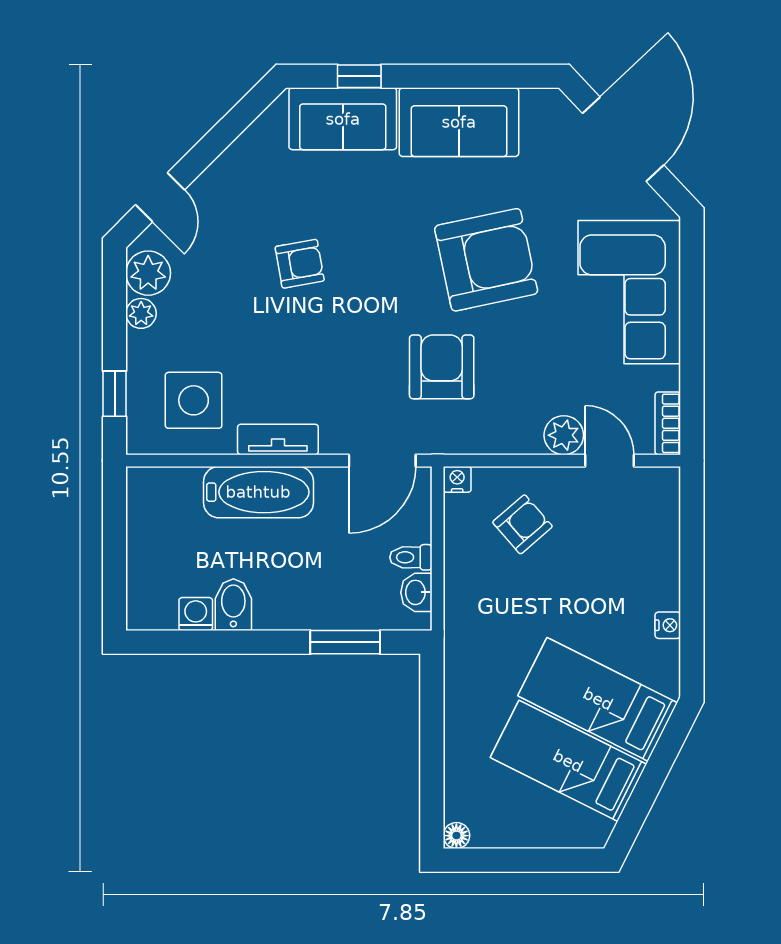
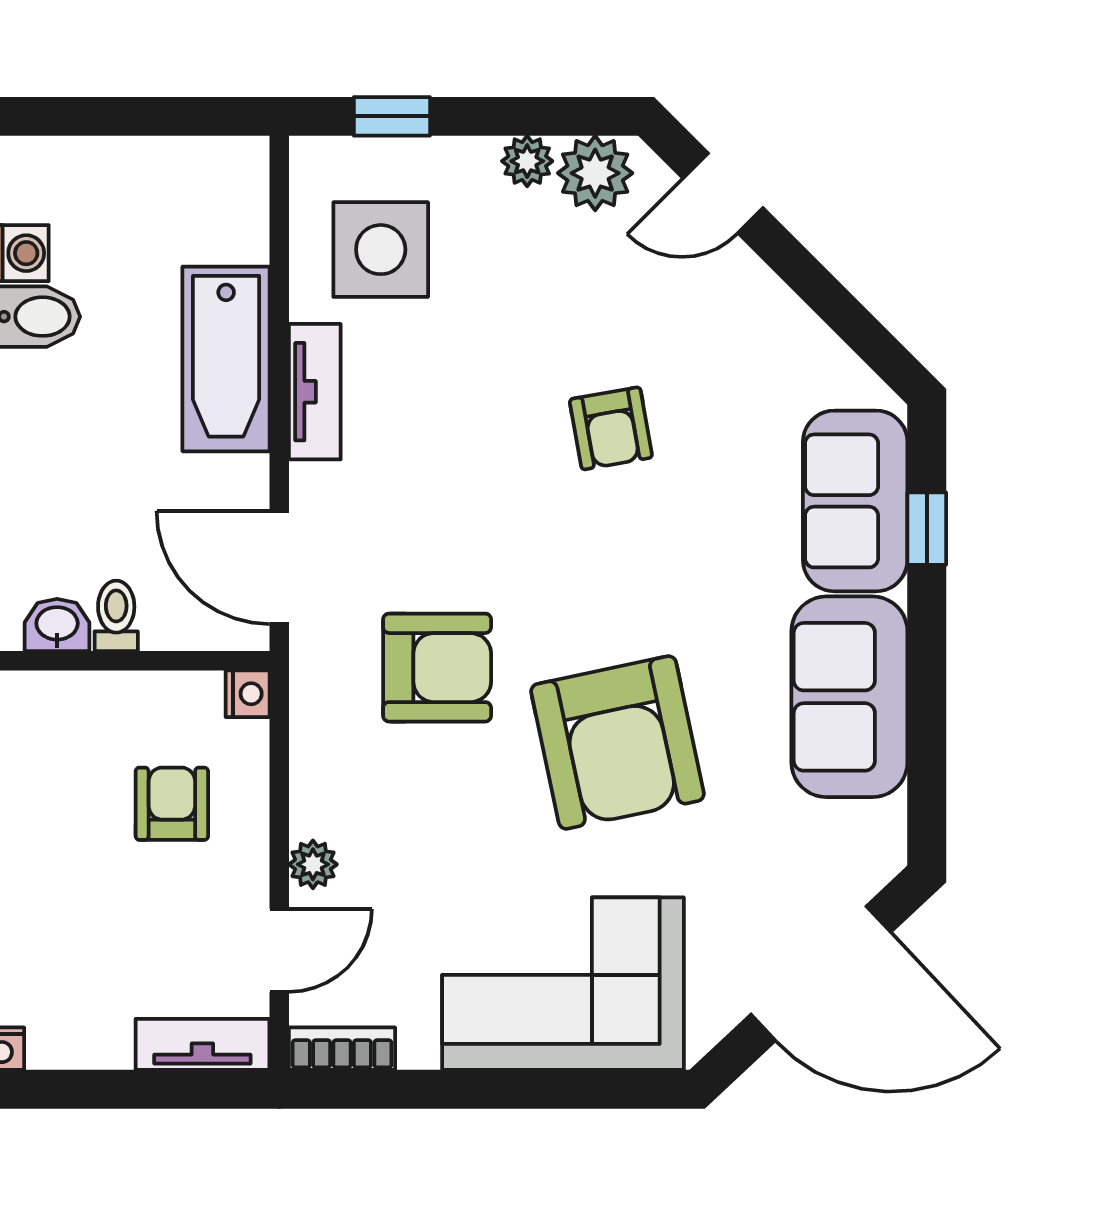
plant: (564, 435) -> (313, 864), width x0.73, depth x0.73
tv unit: (665, 506) -> (202, 1044), added
armchair: (522, 524) -> (172, 804), turned -139

